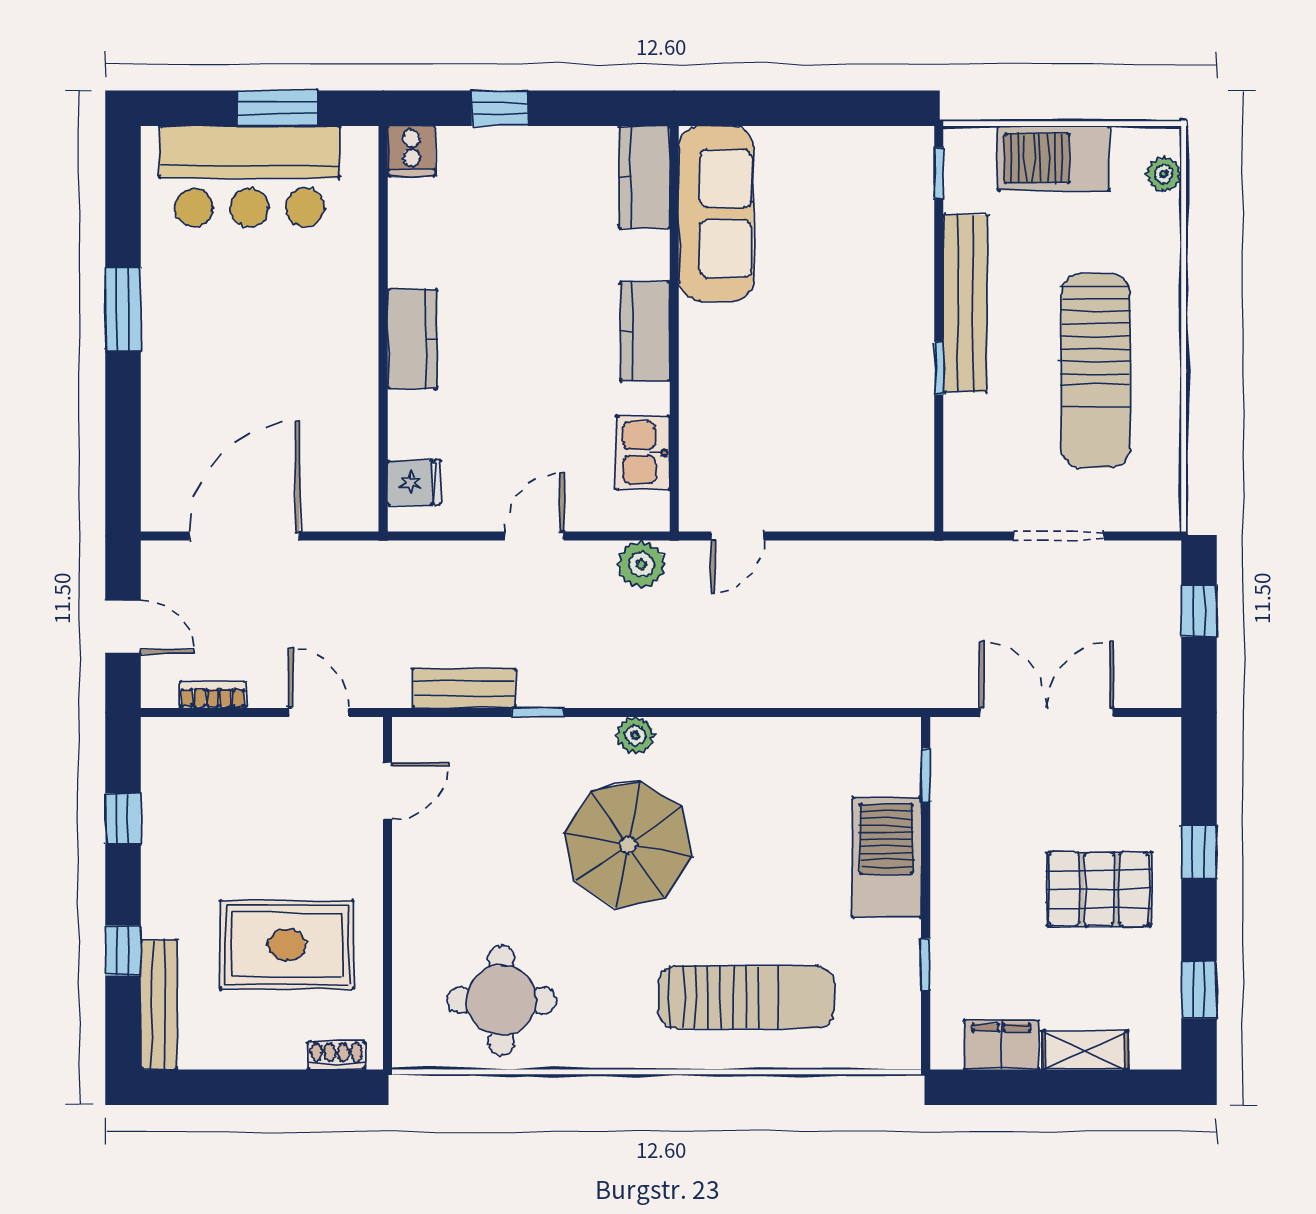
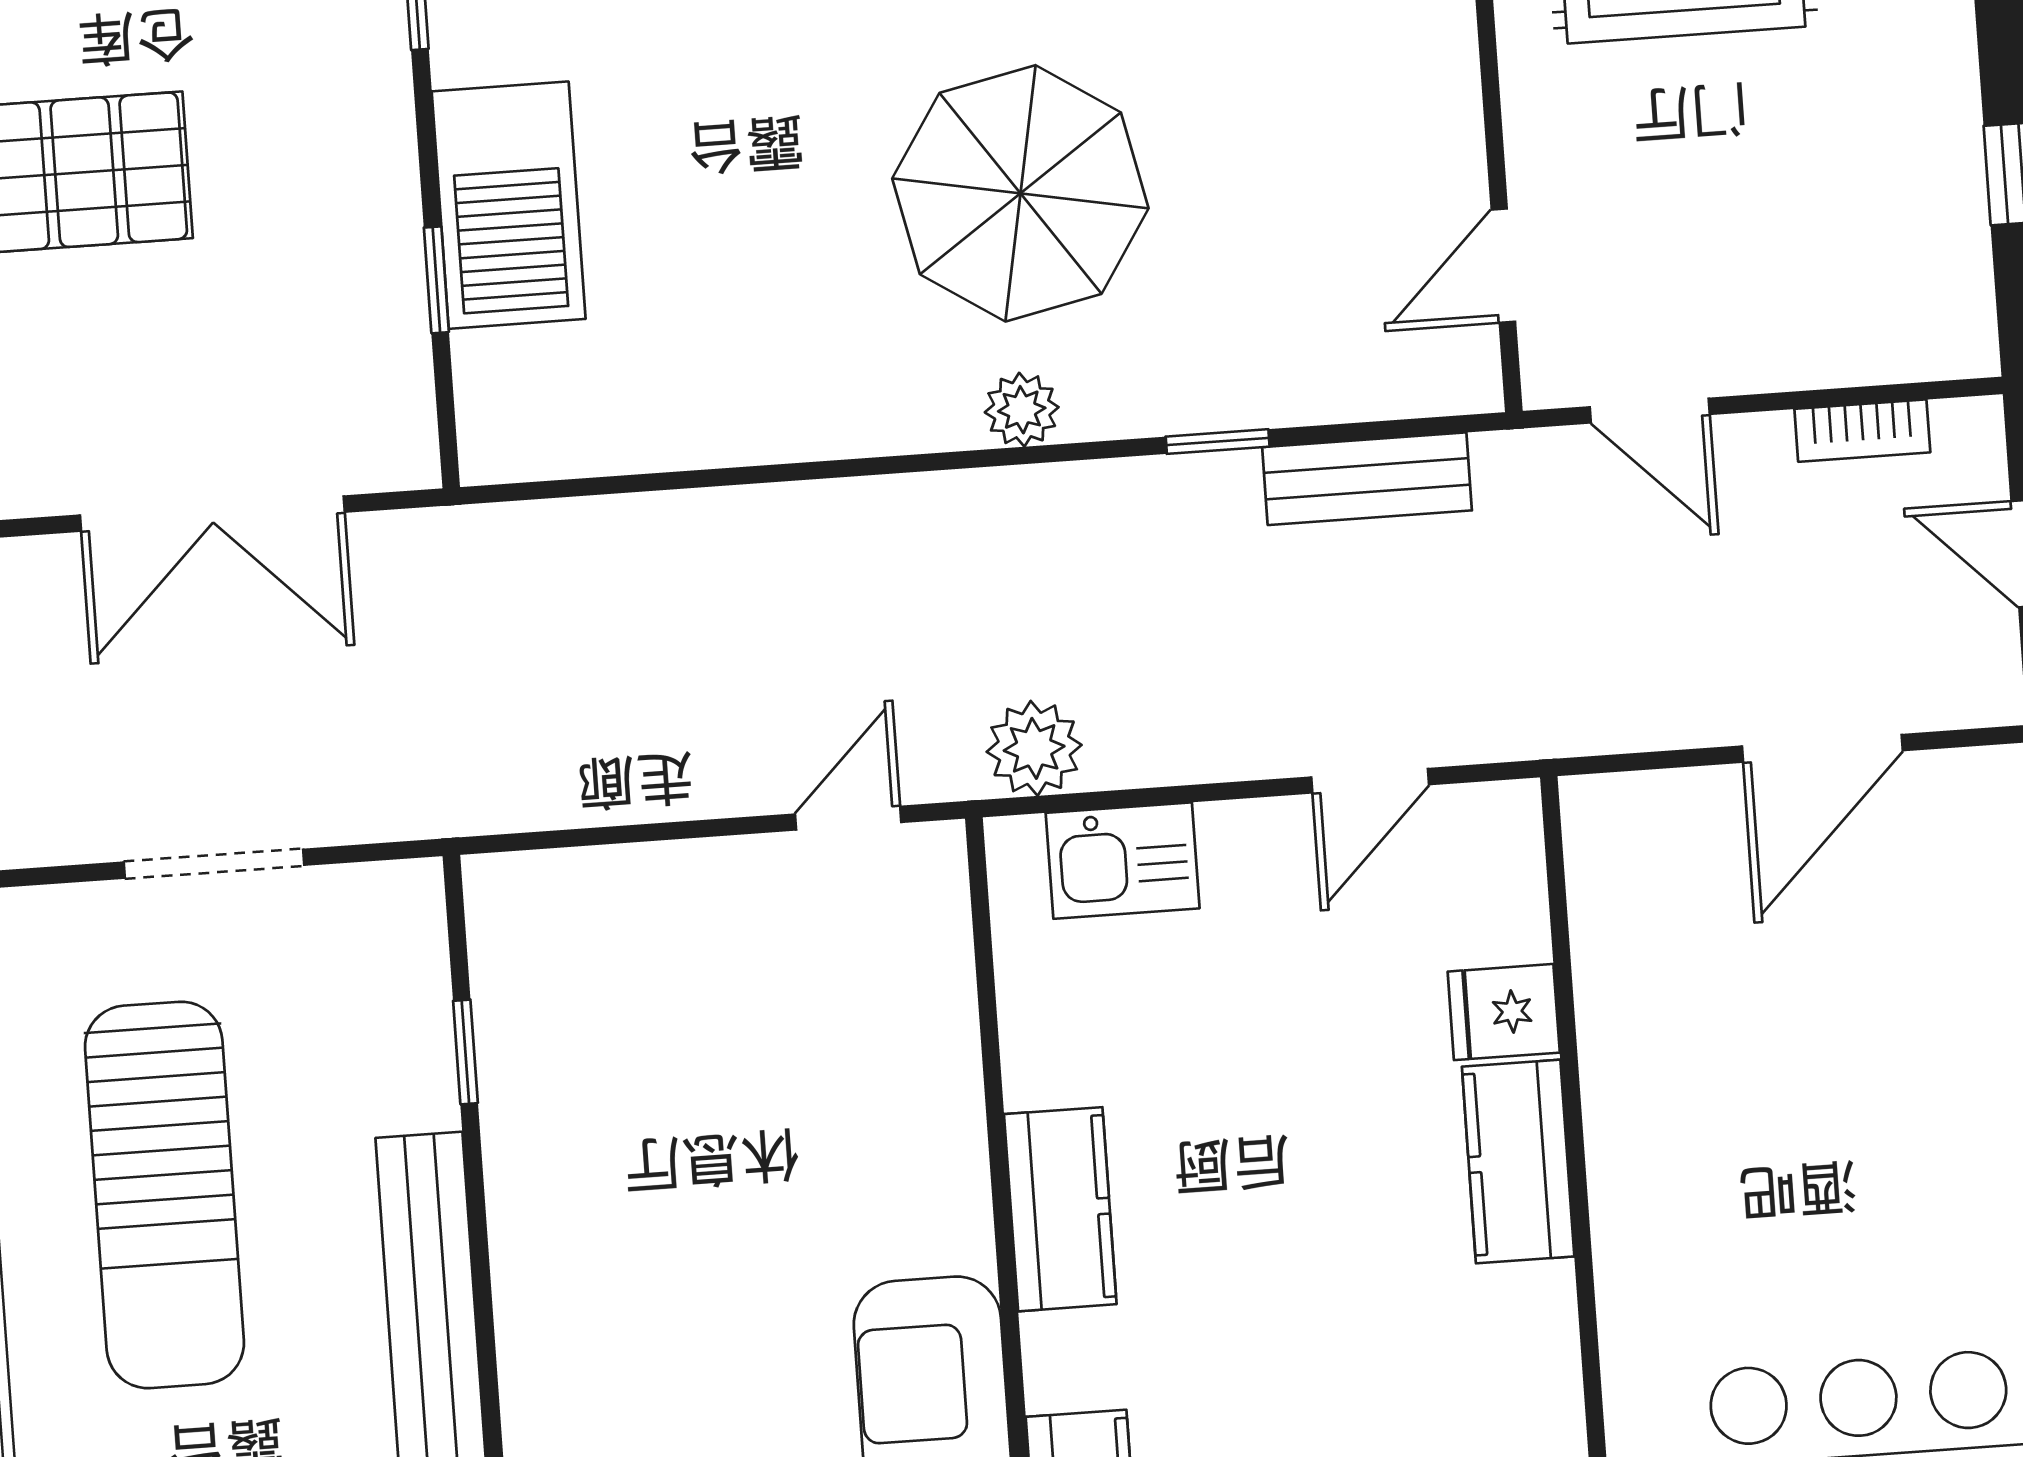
window: (939, 368) -> (465, 1052), moved
sun lounger: (1096, 371) -> (164, 1195), turned 180
kitchen sink: (643, 453) -> (1123, 861), moved, turned 90
fridge: (414, 483) -> (1504, 1012), moved
door: (244, 536) -> (1822, 748), width x0.73
door: (534, 536) -> (1370, 781), moved
window: (926, 775) -> (436, 280), moved

